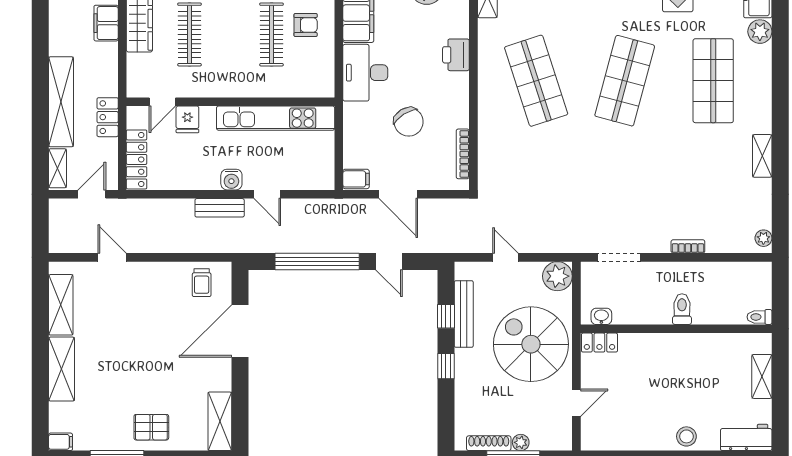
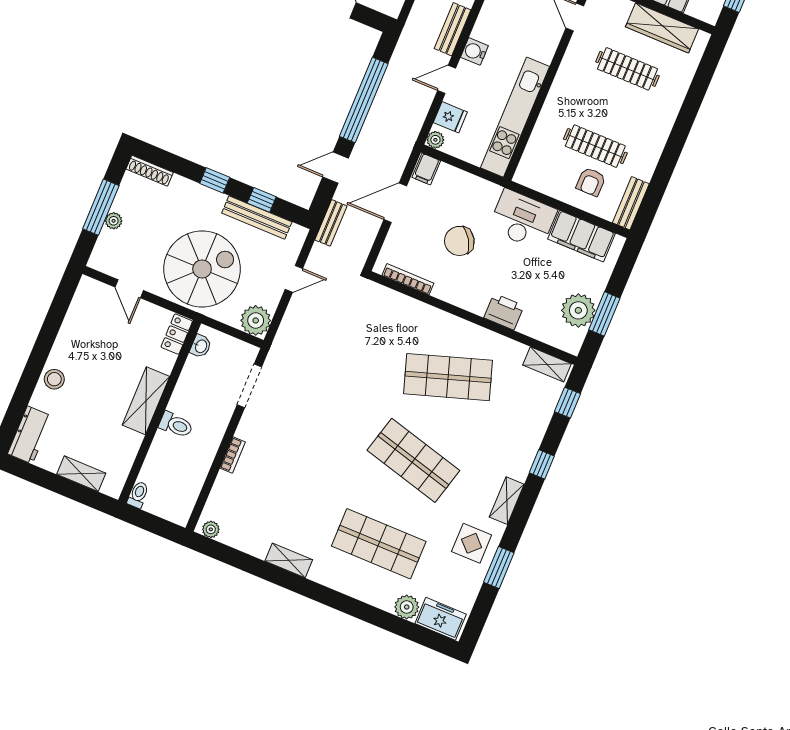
fridge: (187, 119) -> (450, 117), moved, turned 180
plant: (326, 182) -> (435, 140), added
bench: (441, 245) -> (331, 223), added
shelving: (671, 345) -> (146, 401), added
shoe rack: (489, 443) -> (150, 171), moved, turned 90

